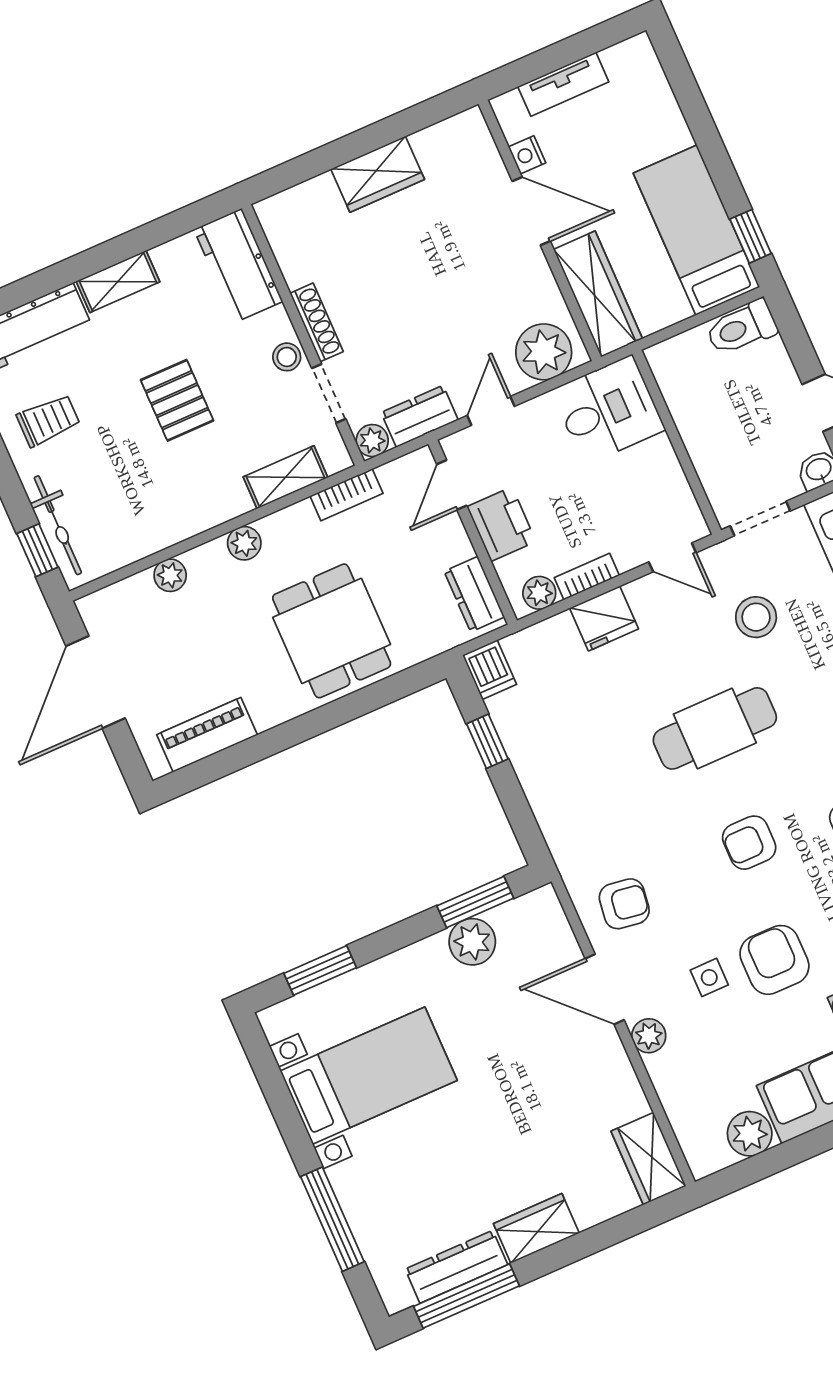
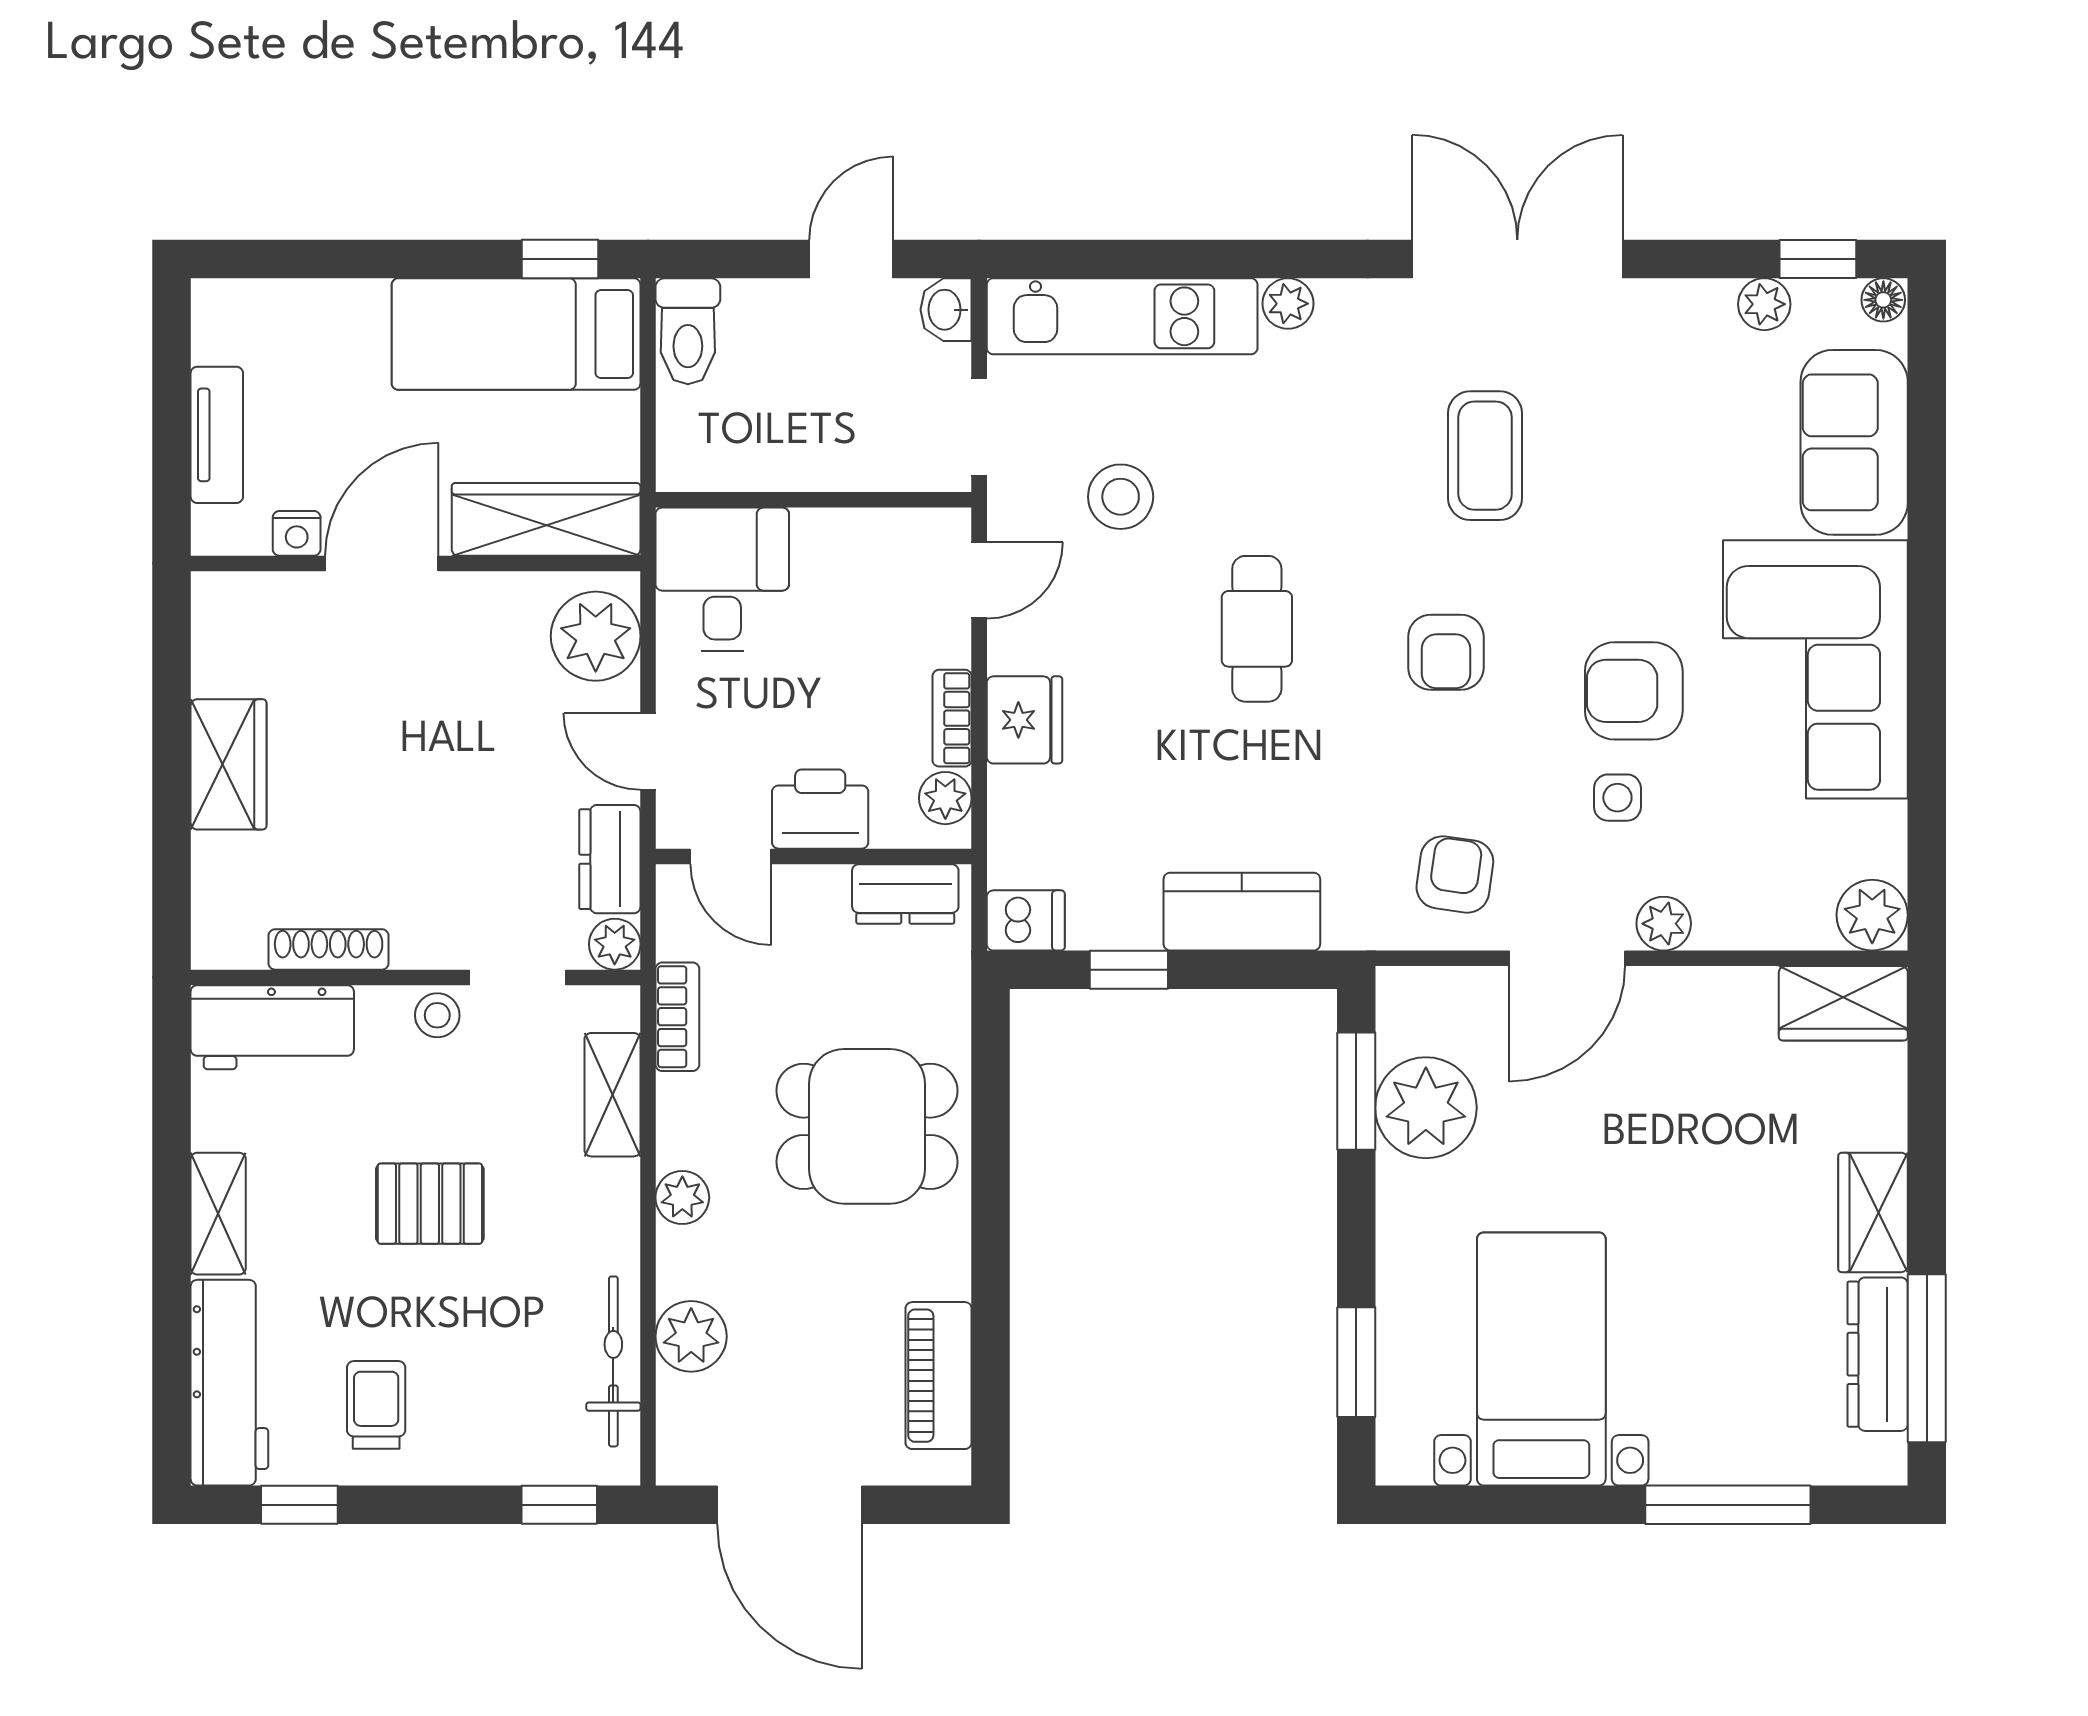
shoe rack: (317, 322) -> (329, 949), moved
bicycle: (58, 525) -> (613, 1361), moved, turned -90
plant: (170, 575) -> (691, 1336), width x1.38, depth x1.38
cafe table: (715, 728) -> (1257, 629), width x0.73, depth x0.74
kitchen counter: (549, 791) -> (1242, 912), added
plant: (472, 942) -> (1426, 1108), width x1.36, depth x1.36
plant: (750, 1134) -> (1872, 915), moved

